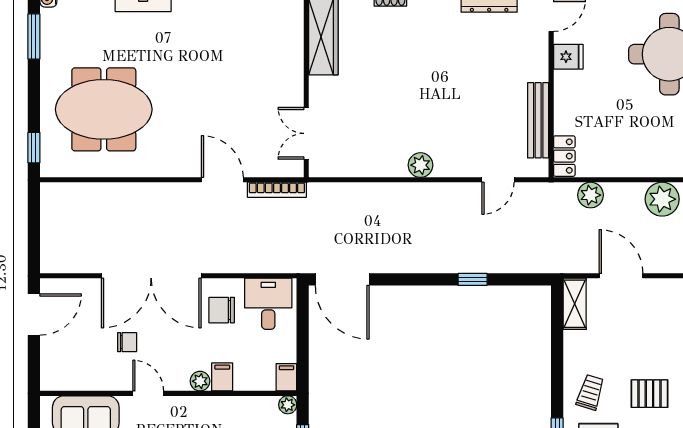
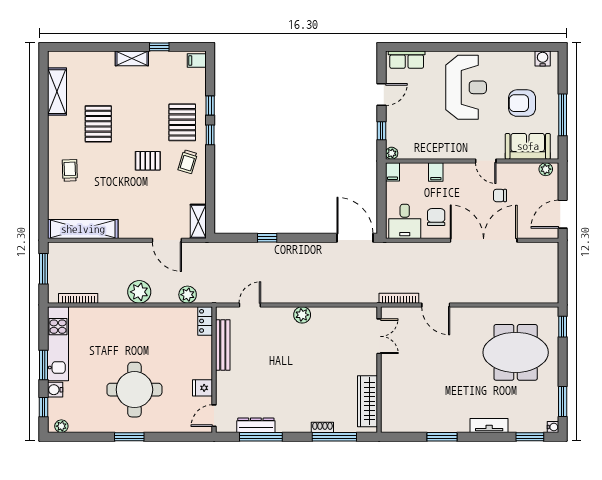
chair: (222, 310) -> (436, 217), turned -90
plant: (200, 381) -> (546, 169), moved

